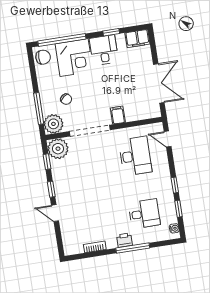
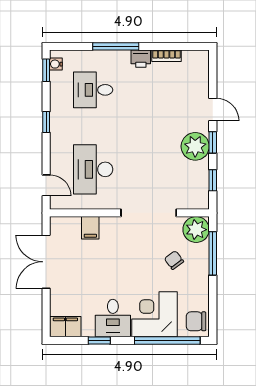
filing cabinet: (118, 115) -> (90, 228), moved
plant: (58, 149) -> (195, 146), moved
window: (178, 209) -> (46, 70), moved
printer: (124, 240) -> (141, 59), moved

